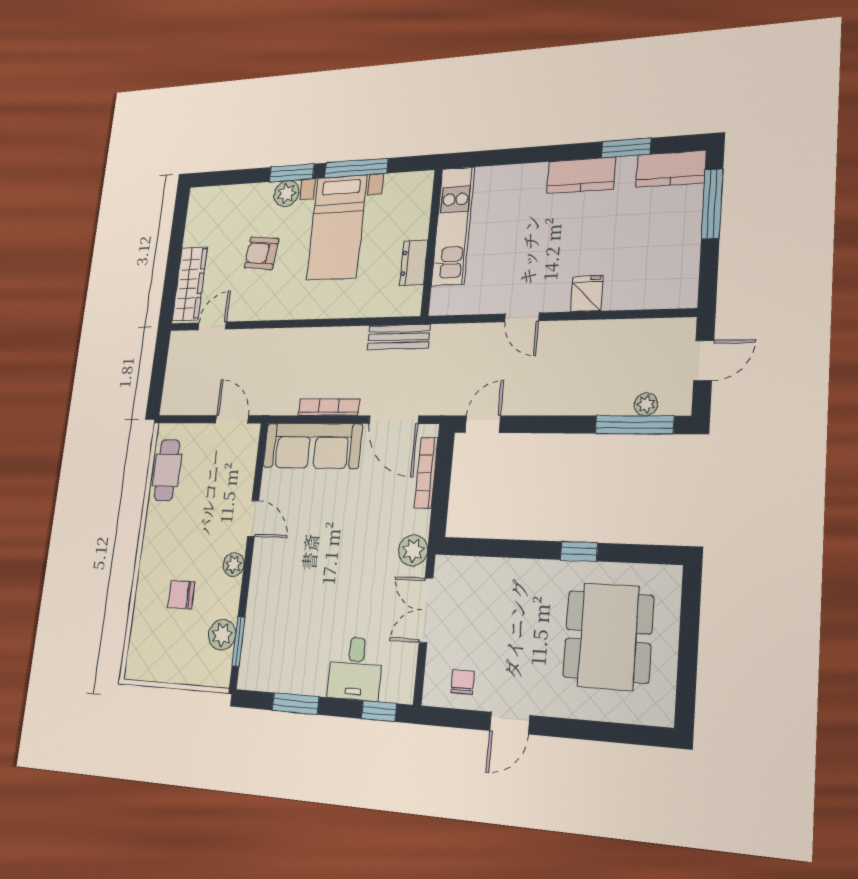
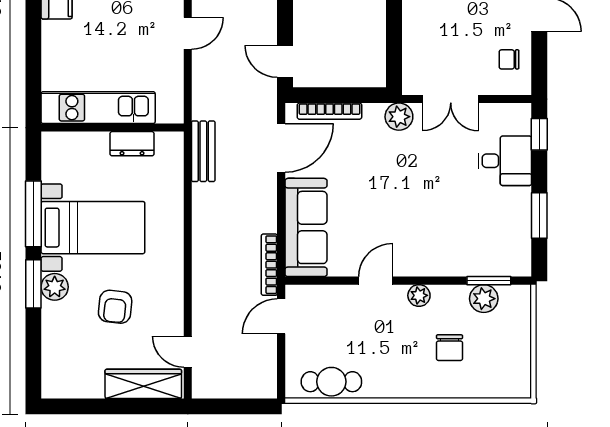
bookcase: (329, 407) -> (269, 265), moved

